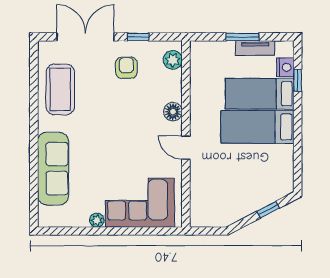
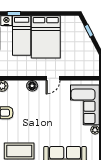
bed: (257, 127) -> (46, 37), width x1.50

